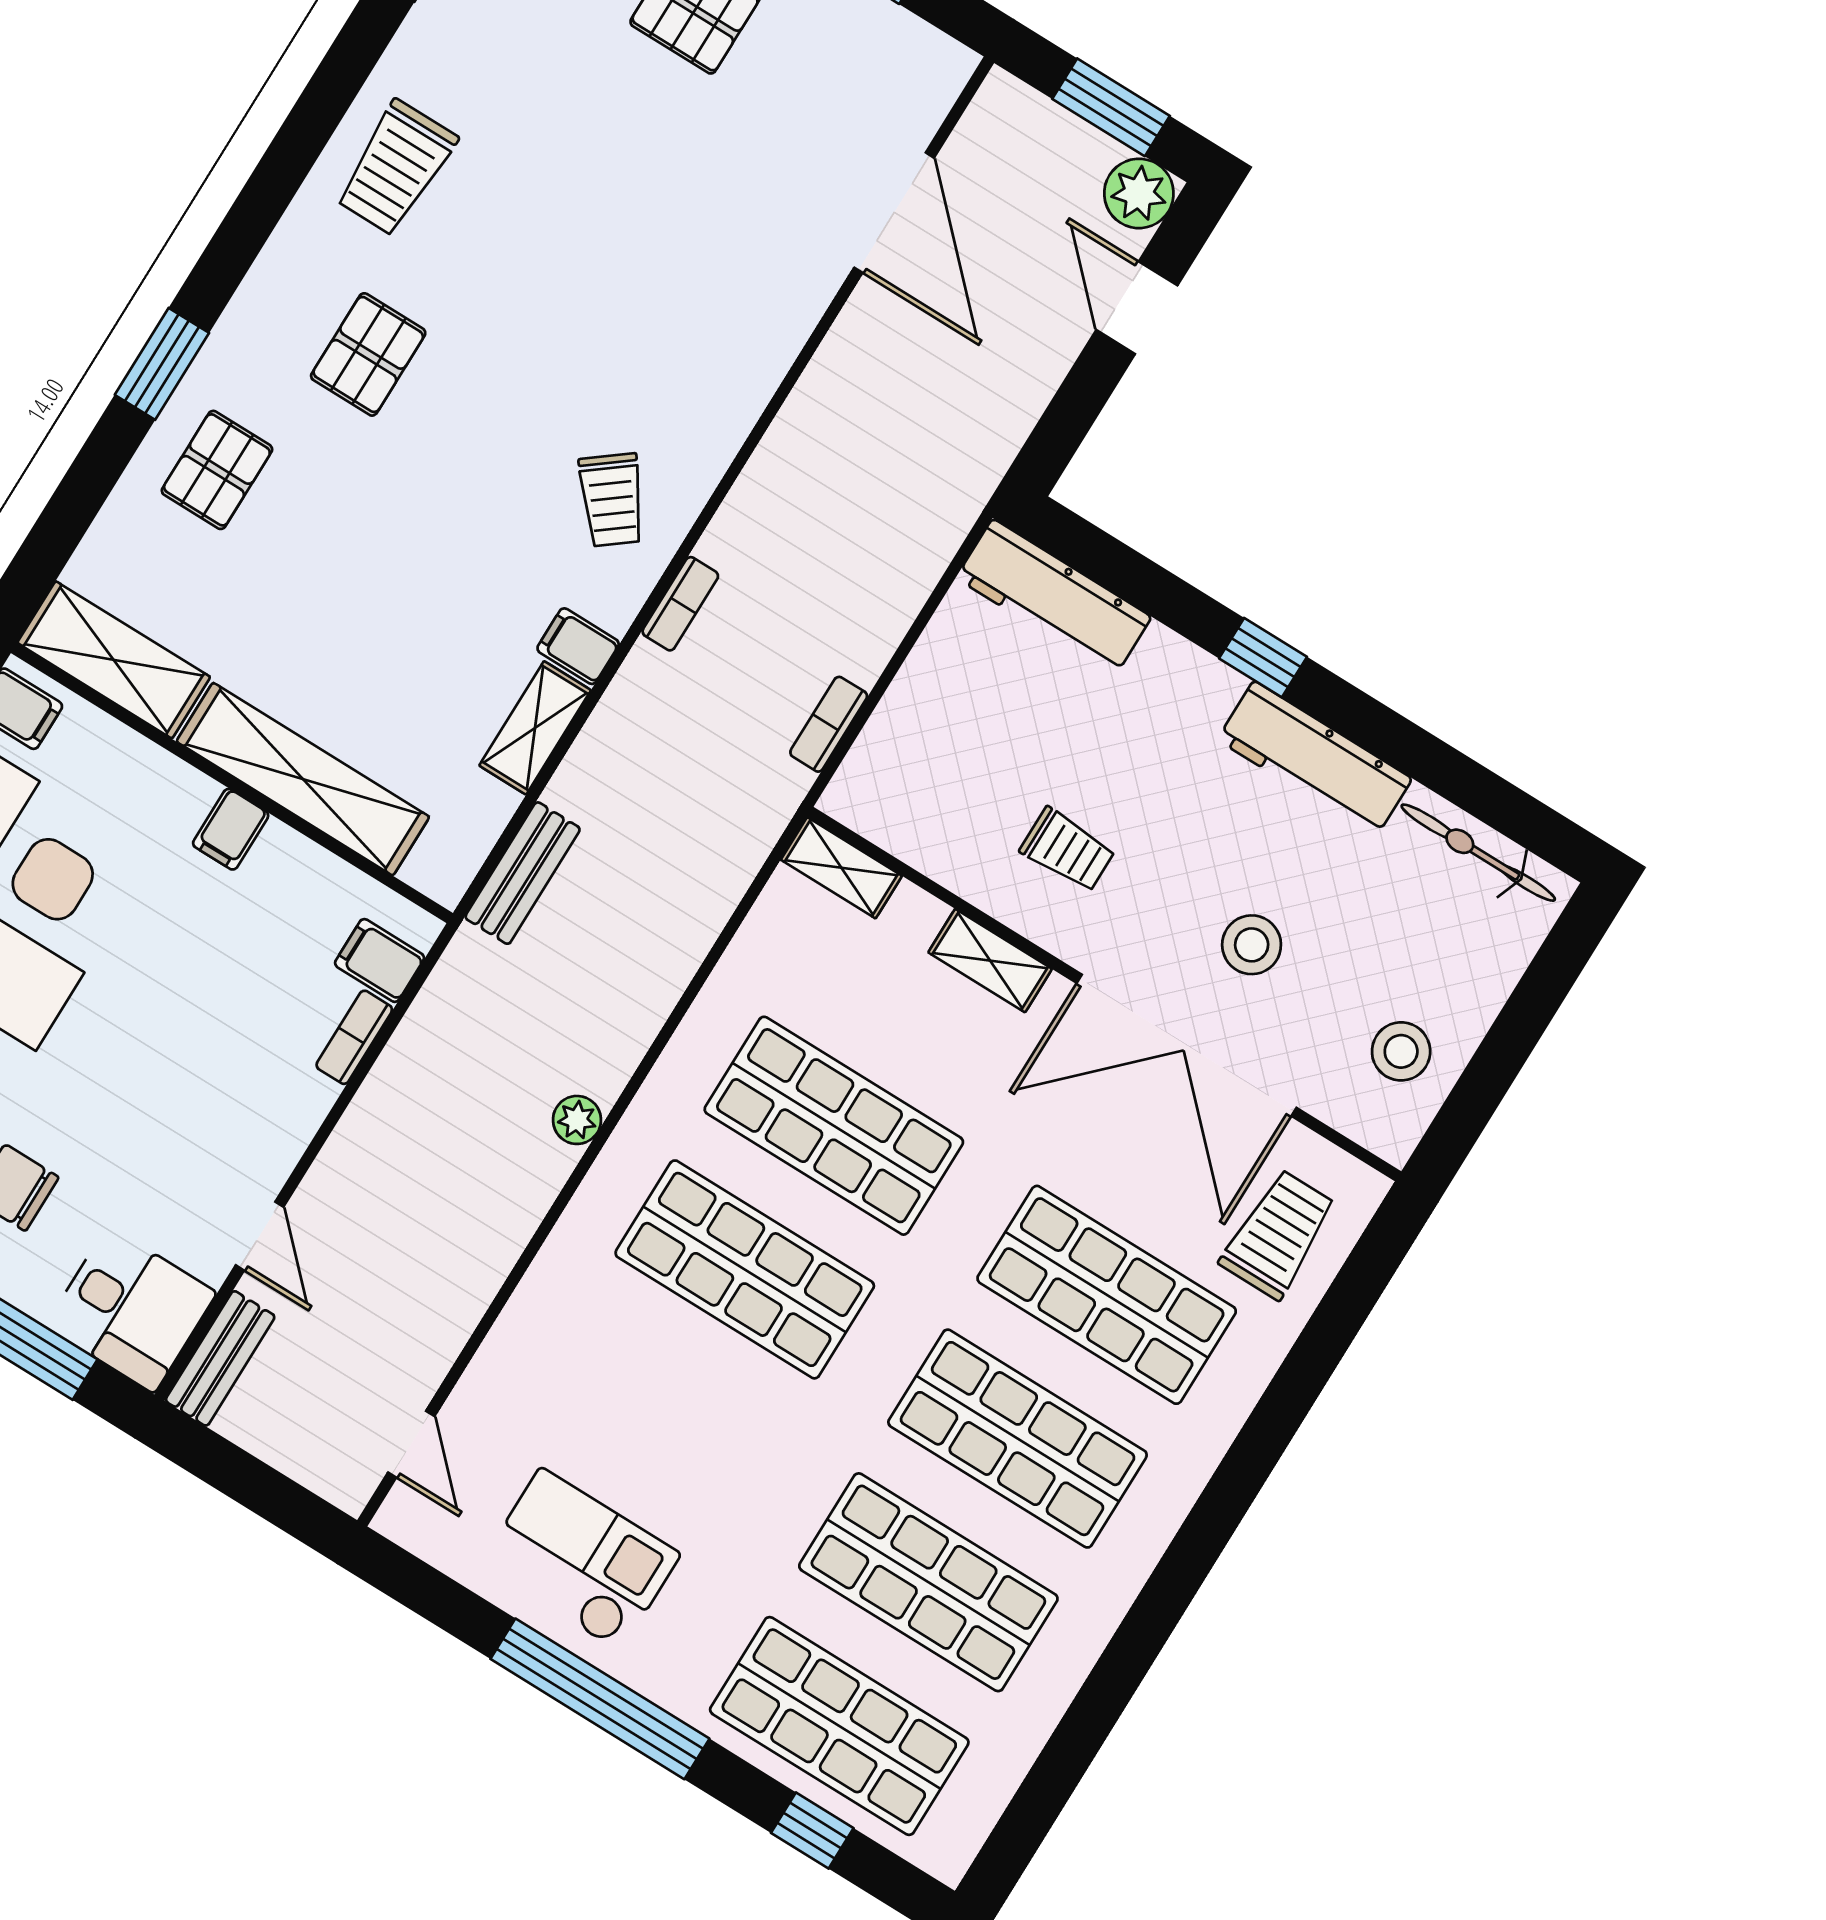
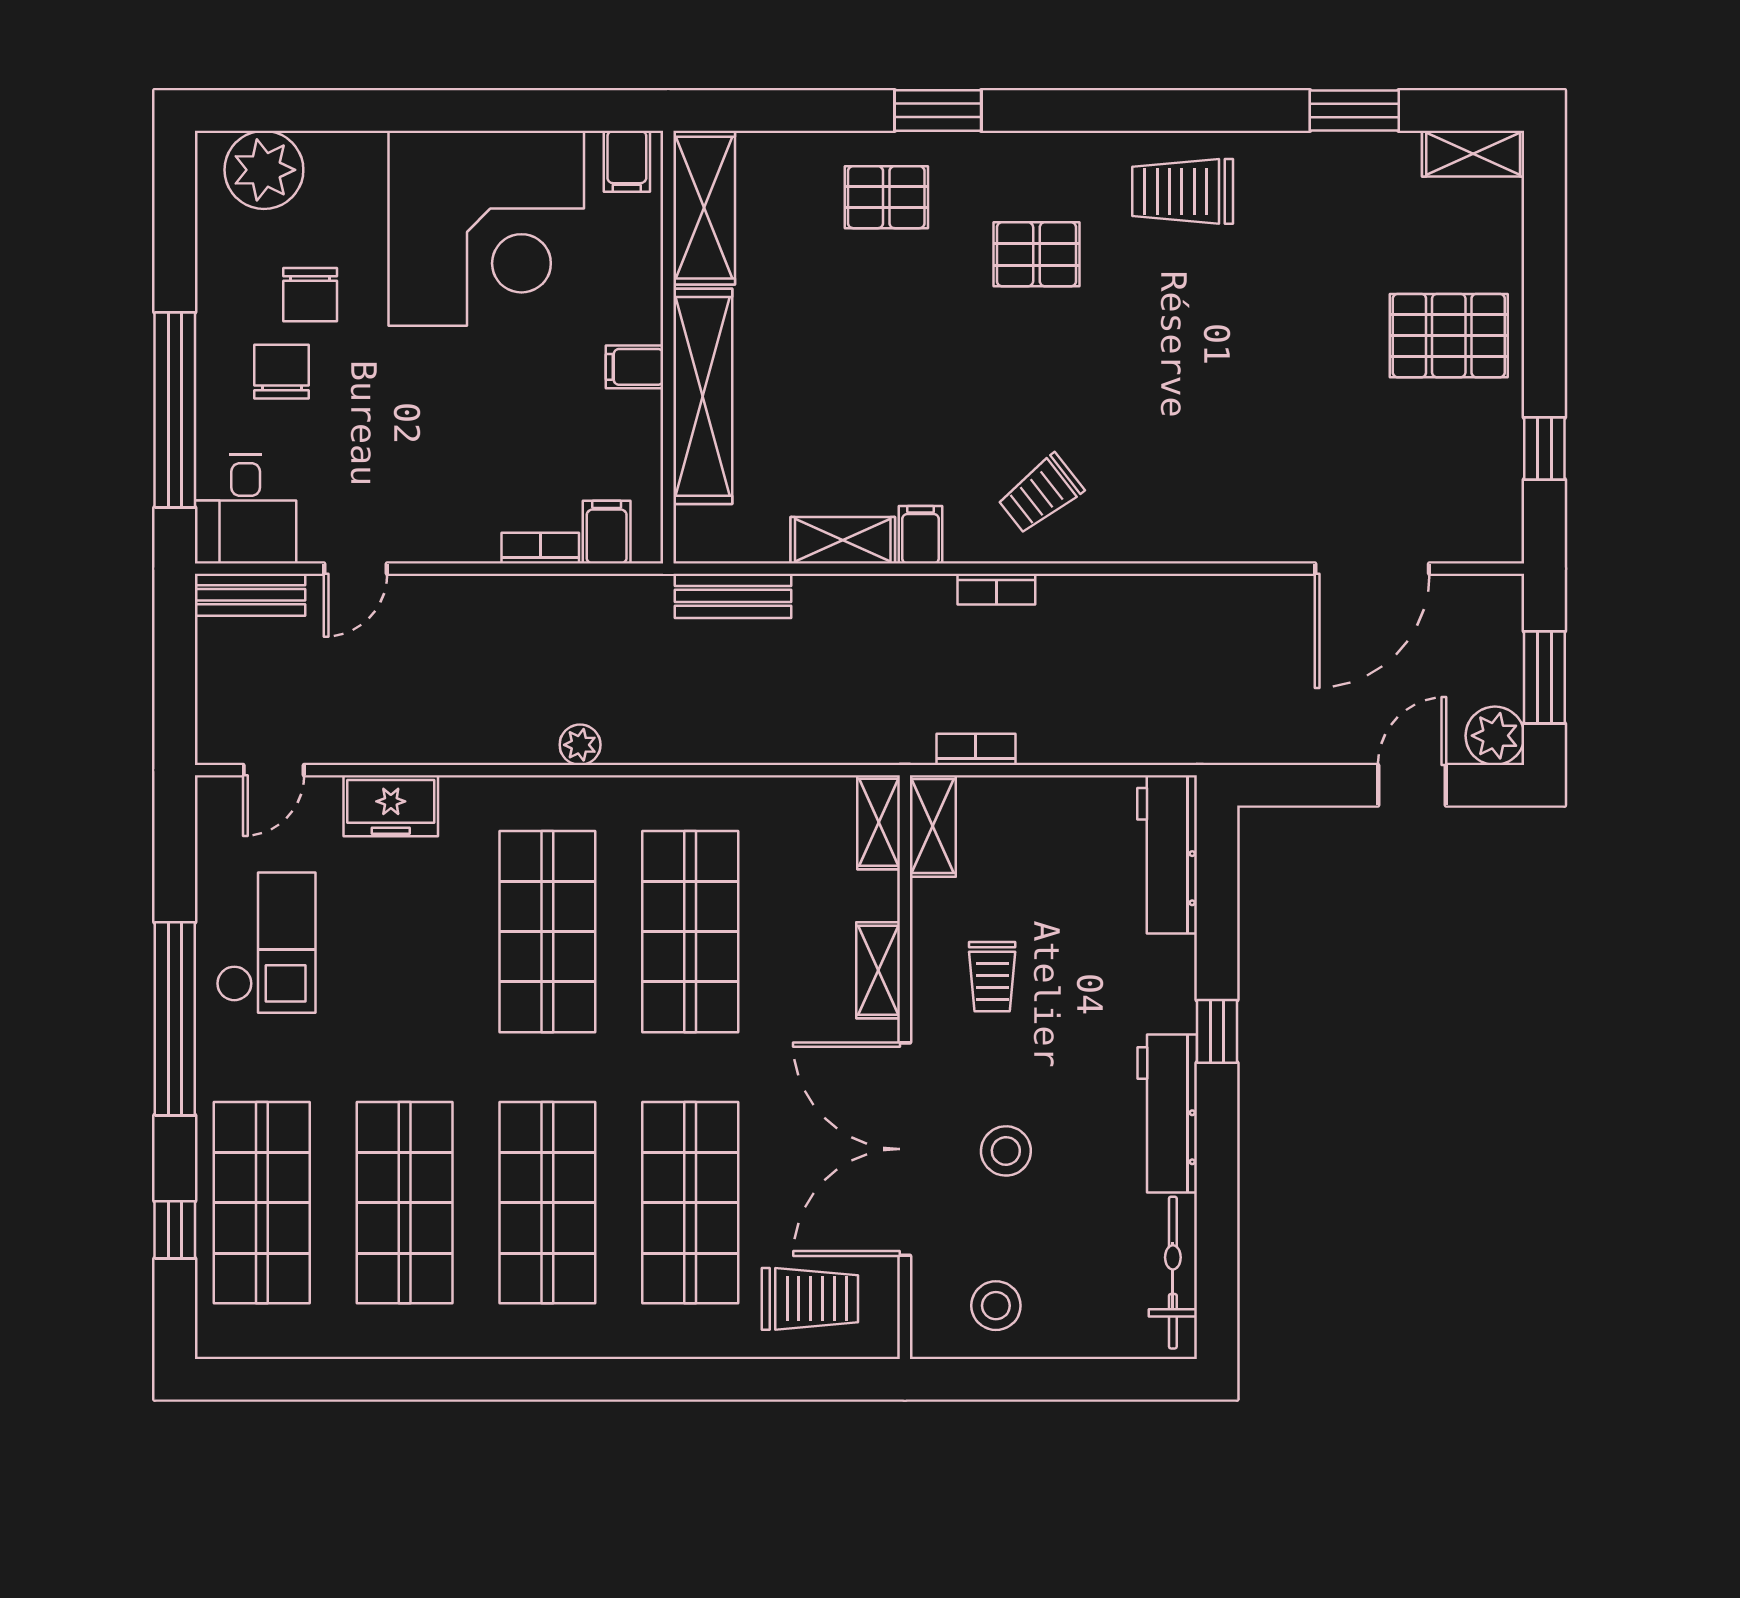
shelving: (879, 816) -> (933, 826), added
freezer: (520, 1348) -> (391, 806), added

